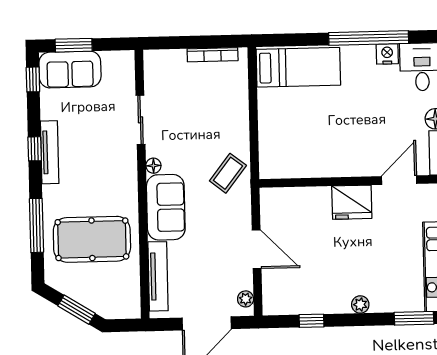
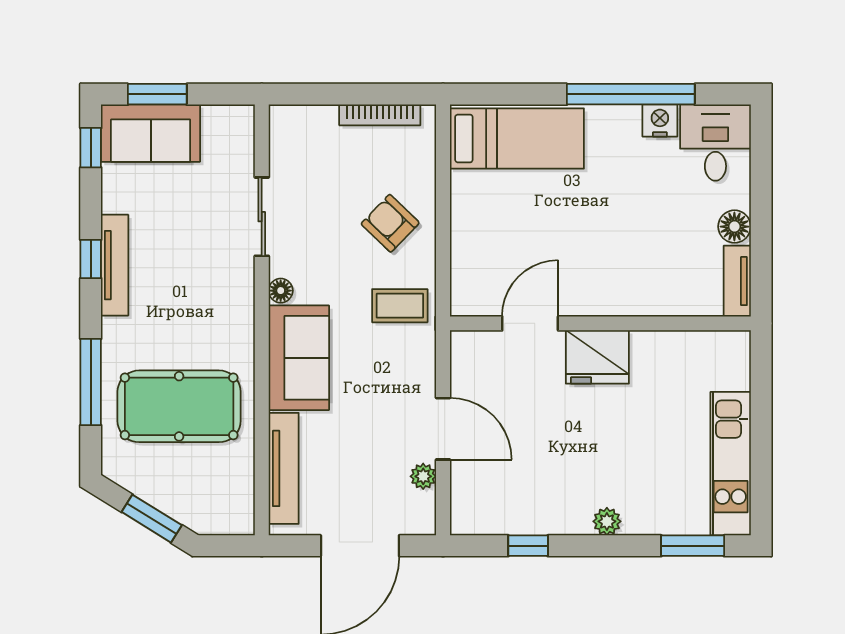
armchair: (221, 122) -> (390, 223), added
coffee table: (228, 173) -> (400, 306), turned 52
door: (399, 180) -> (530, 323), moved
plant: (246, 299) -> (423, 476), moved

